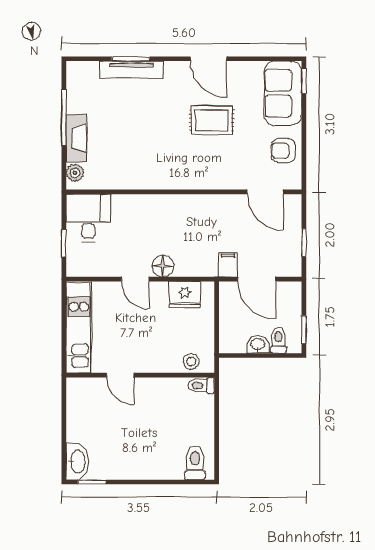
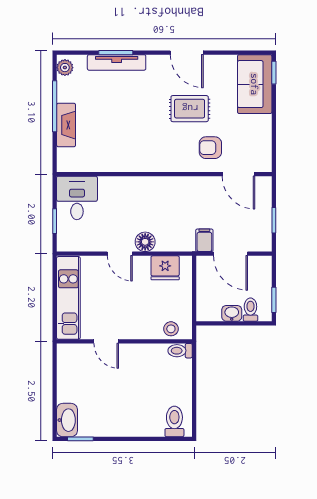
armchair: (283, 151) -> (210, 148), moved
plant: (75, 173) -> (65, 68), moved

